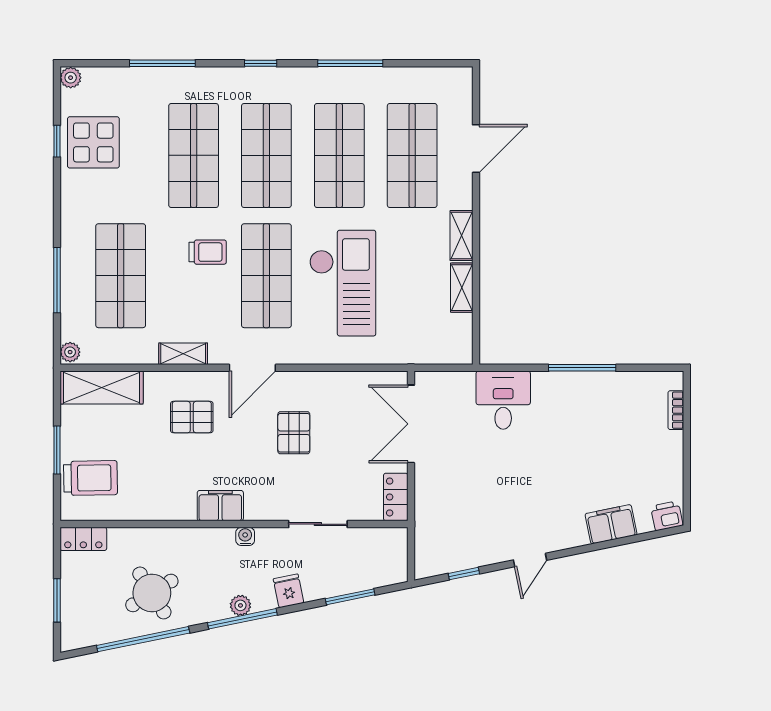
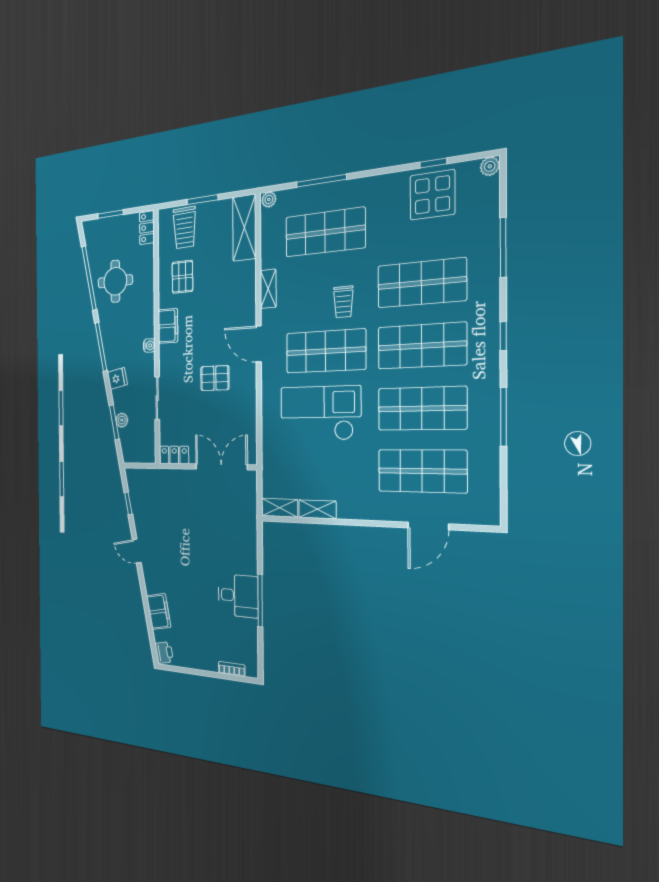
door: (476, 149) -> (428, 526), hinge flipped
shelving: (462, 236) -> (279, 508), moved
checkout: (343, 283) -> (320, 413), turned 180
desk: (503, 400) -> (238, 596), moved
pallet: (192, 417) -> (182, 277), moved
round table: (152, 593) -> (115, 281), turned 32
plant: (240, 605) -> (122, 420), moved

